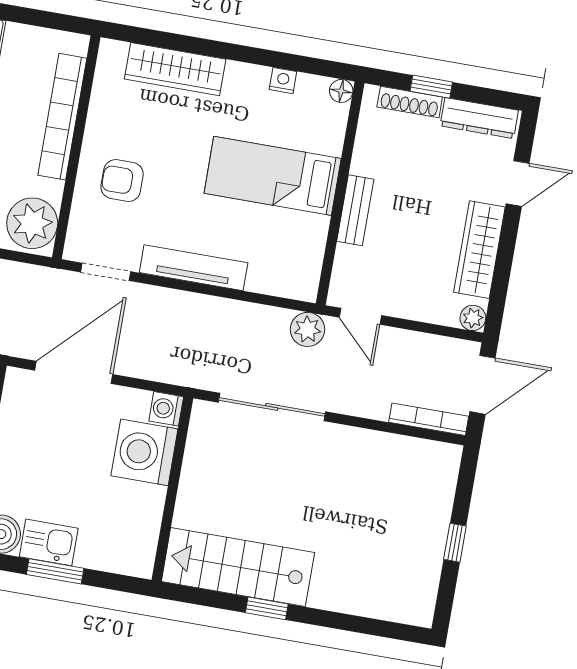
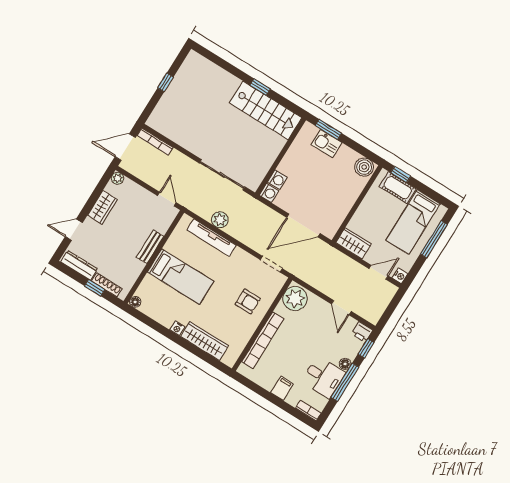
nightstand: (283, 81) -> (177, 328), moved
wardrobe: (479, 250) -> (102, 207), width x0.67
tv unit: (194, 268) -> (212, 238), moved
plant: (307, 329) -> (220, 220), moved
washing machine: (144, 452) -> (277, 180), width x0.53, depth x0.53
kitchen sink: (49, 542) -> (326, 144), moved
window: (55, 571) -> (328, 129), moved

